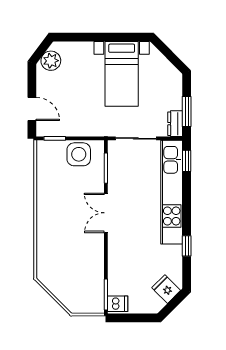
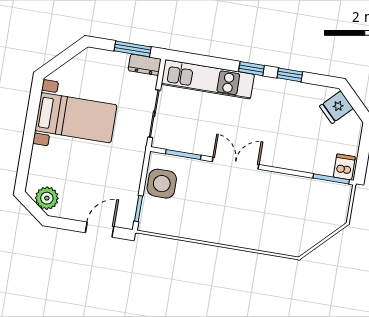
window: (187, 161) -> (251, 69), moved
kitchen unit: (172, 192) -> (208, 79), width x0.73
double door: (106, 213) -> (236, 163), swing flipped

